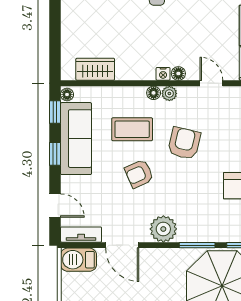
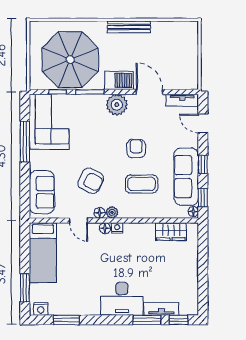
floor lamp: (154, 93) -> (99, 213), moved
armchair: (184, 143) -> (91, 181), moved, turned -77
armchair: (139, 174) -> (136, 149), turned -66
barbecue: (78, 260) -> (119, 80), moved

